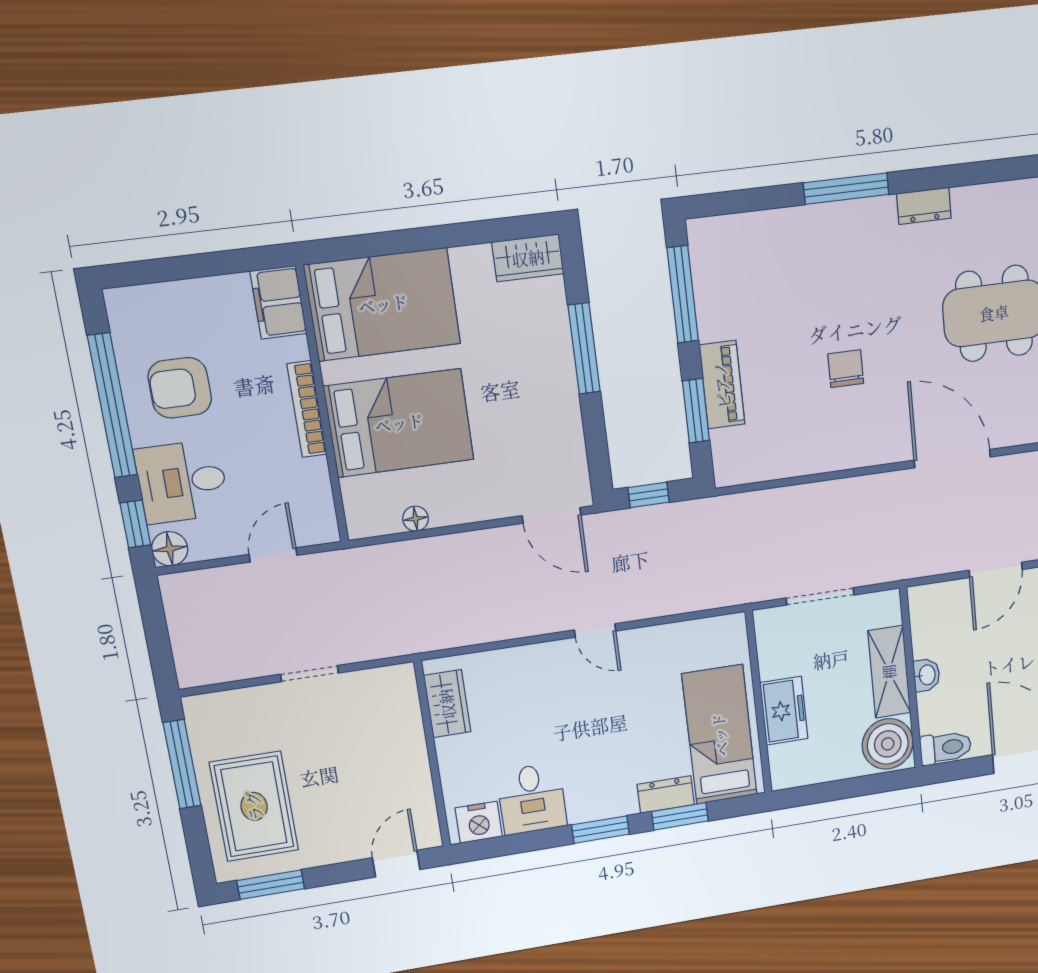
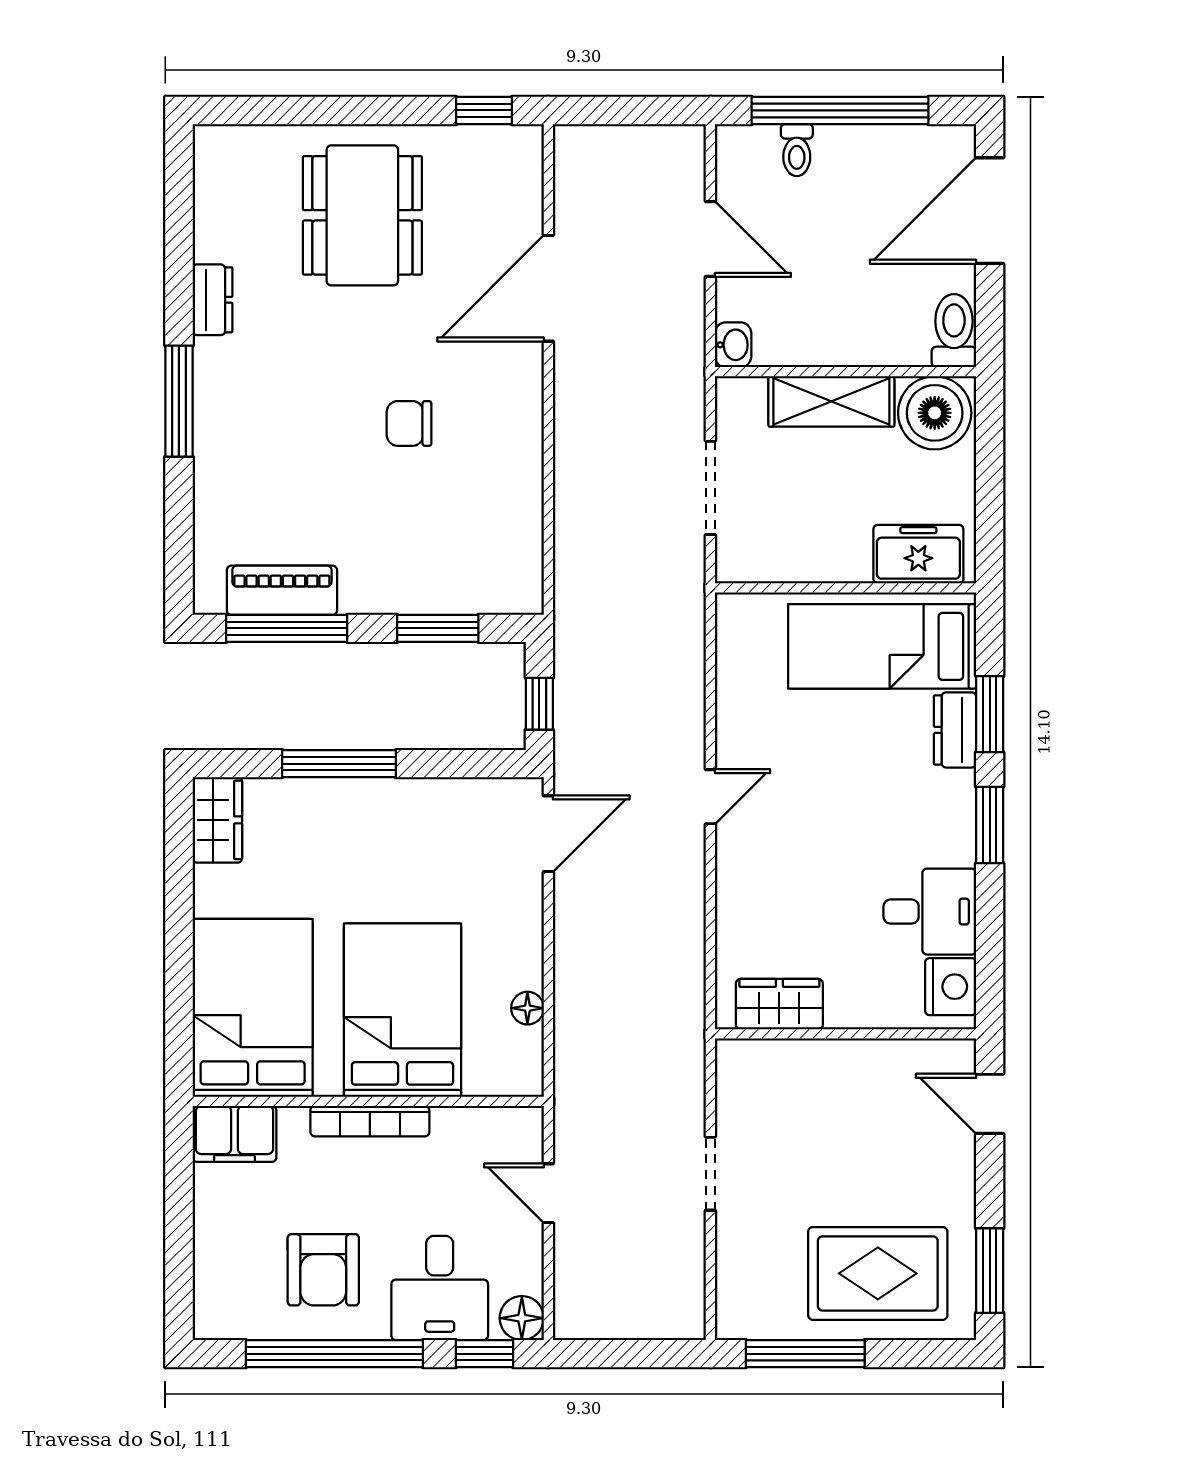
piano: (722, 385) -> (282, 590), moved
washbasin: (927, 675) -> (733, 345), moved, turned 90
freezer: (784, 711) -> (918, 554), moved

